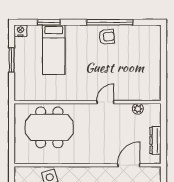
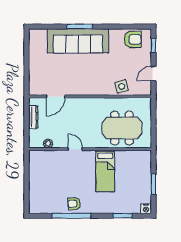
bed: (54, 50) -> (105, 171), moved, turned 180
door: (105, 102) -> (75, 149), swing flipped

